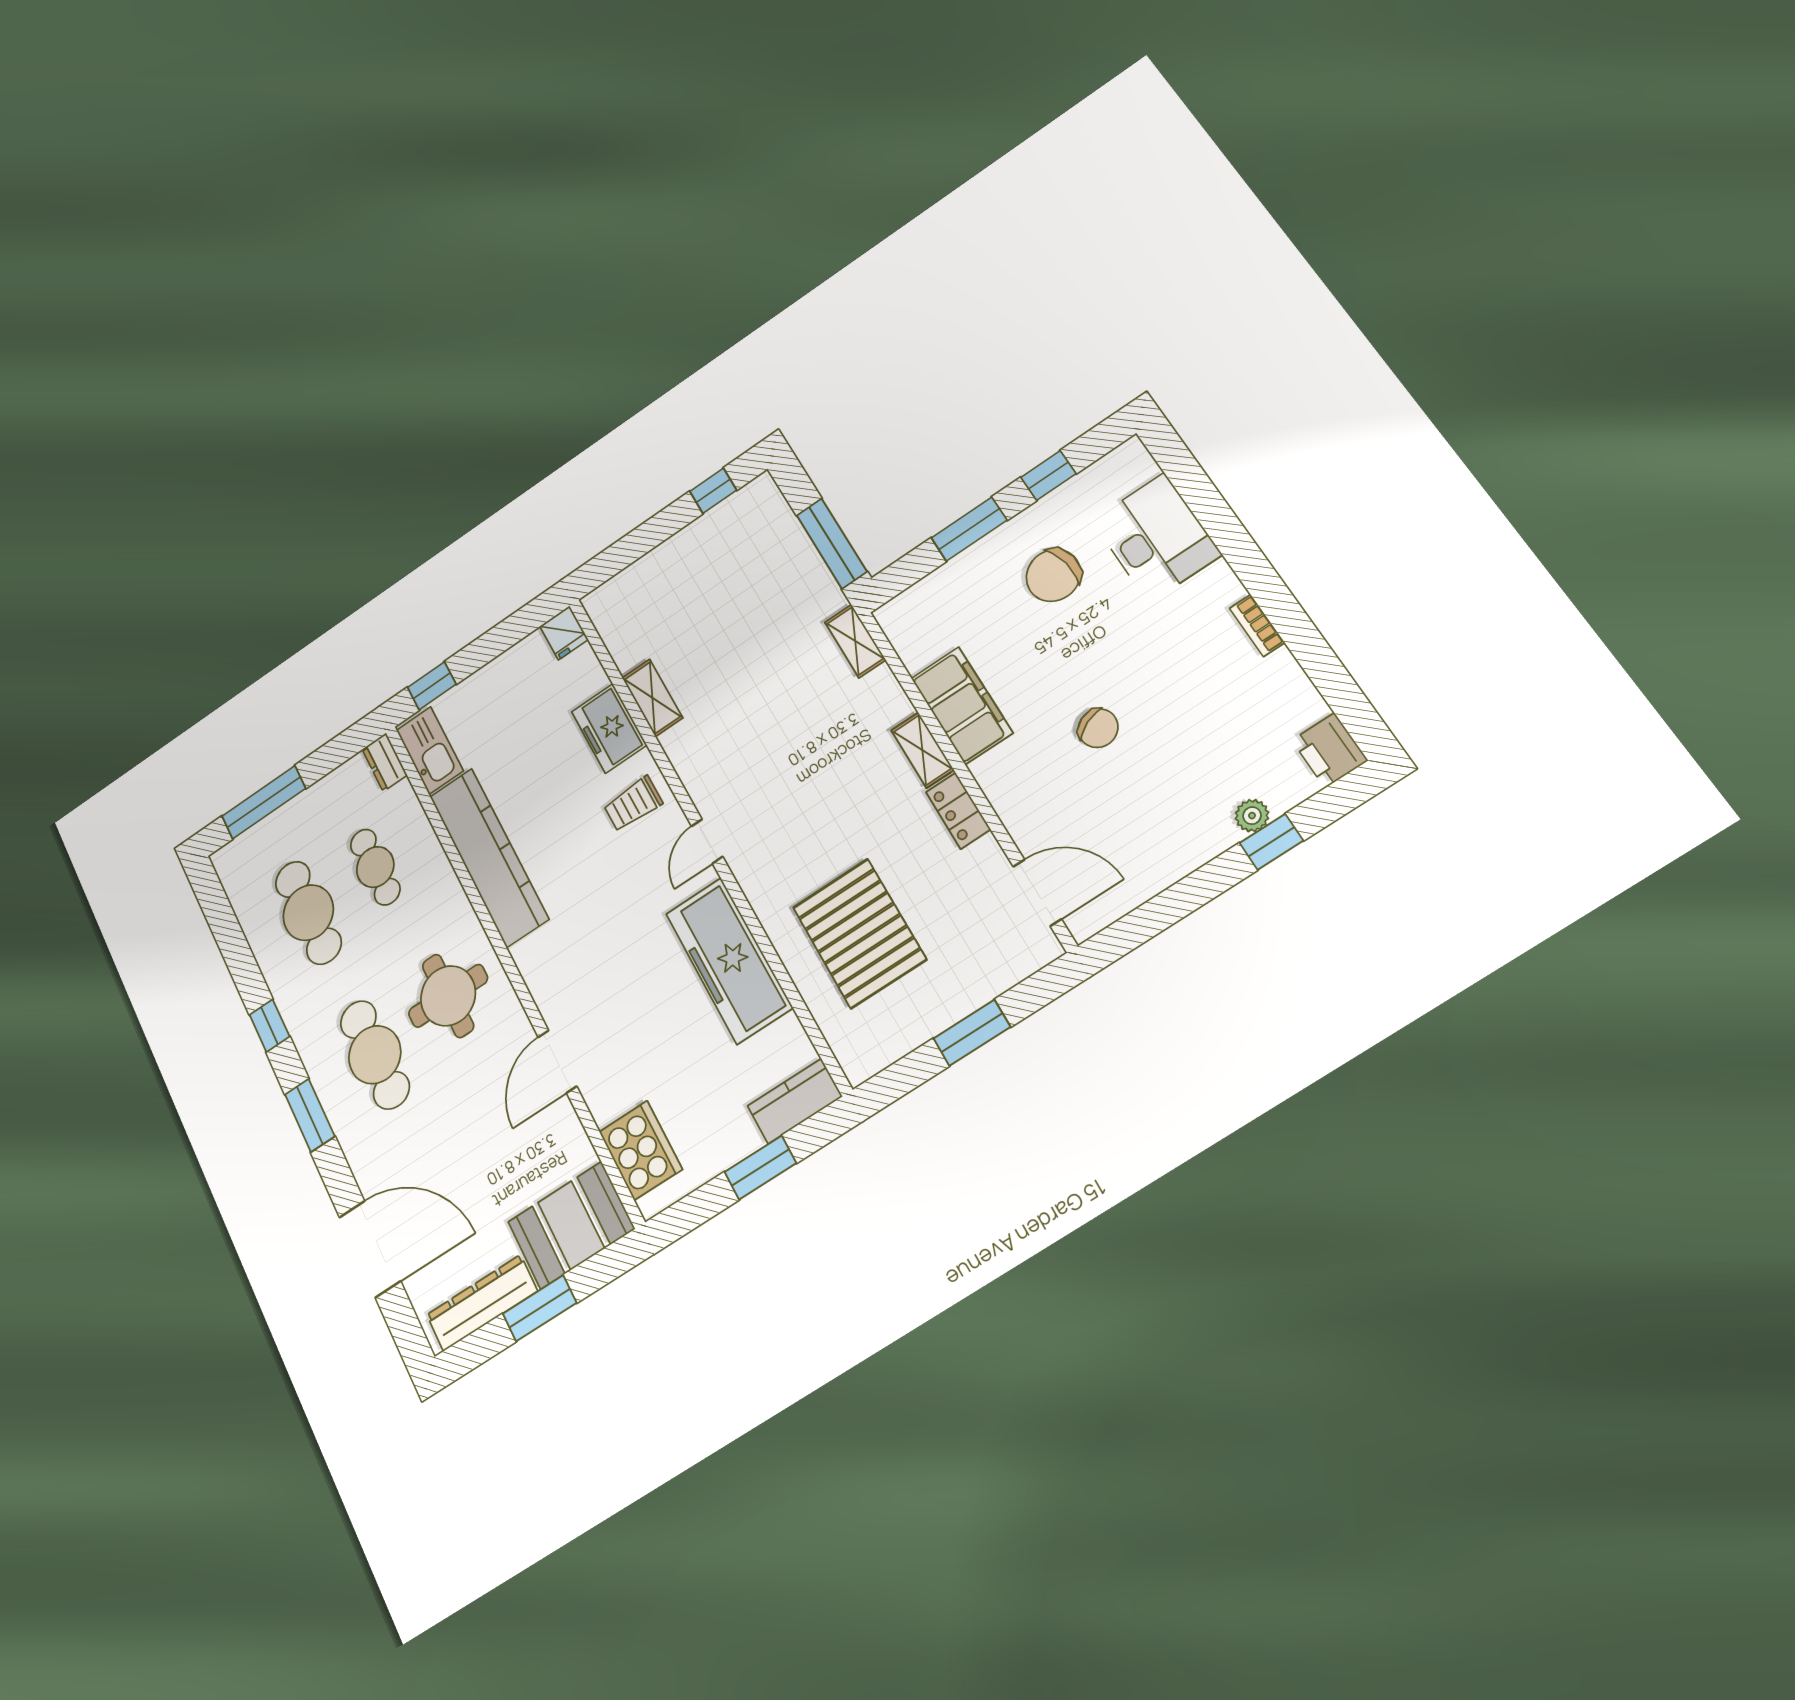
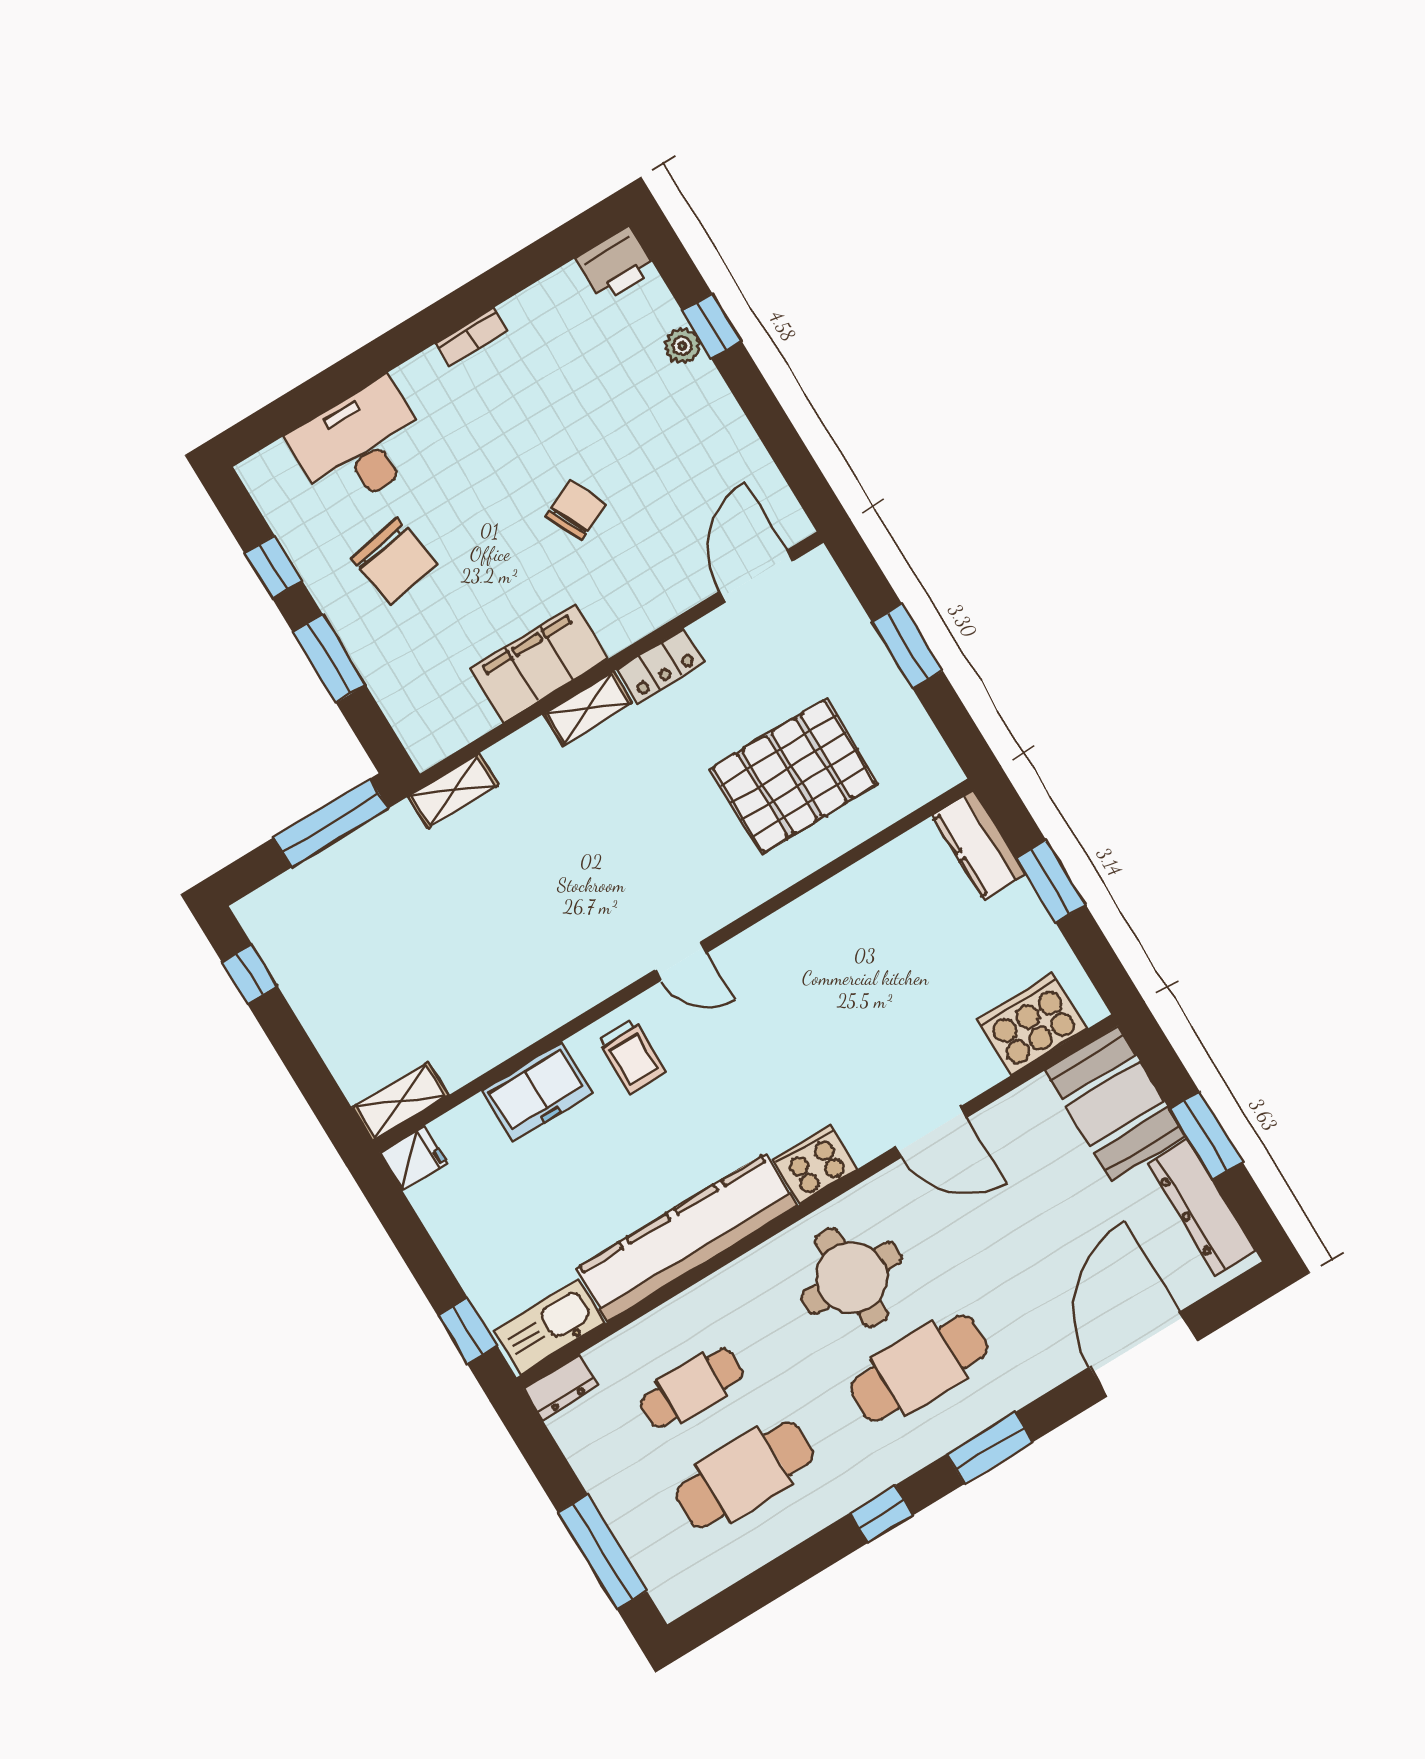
shelving: (652, 698) -> (401, 1101), moved
freezer: (729, 960) -> (820, 929), removed
cooker: (538, 962) -> (815, 1164), added

